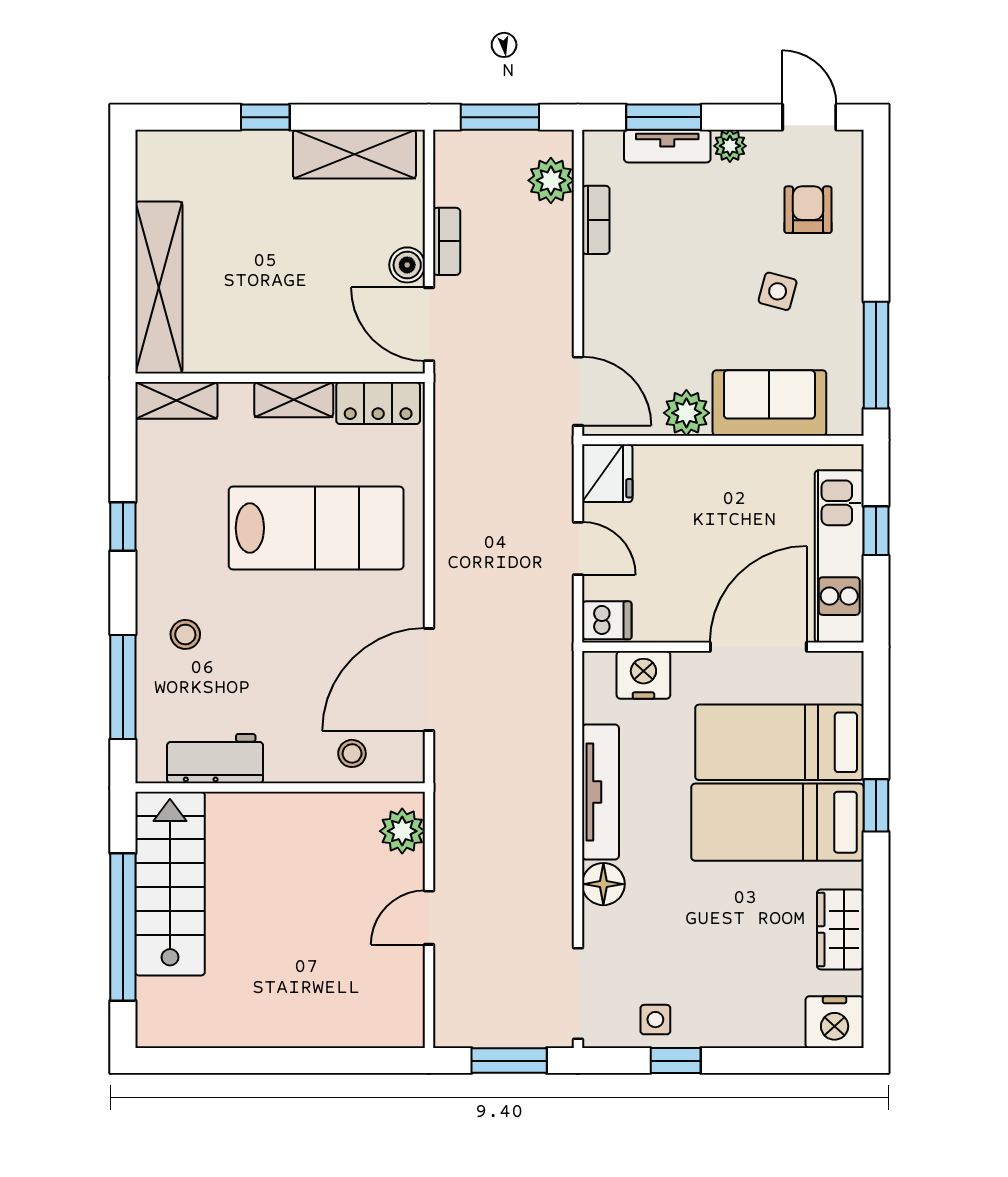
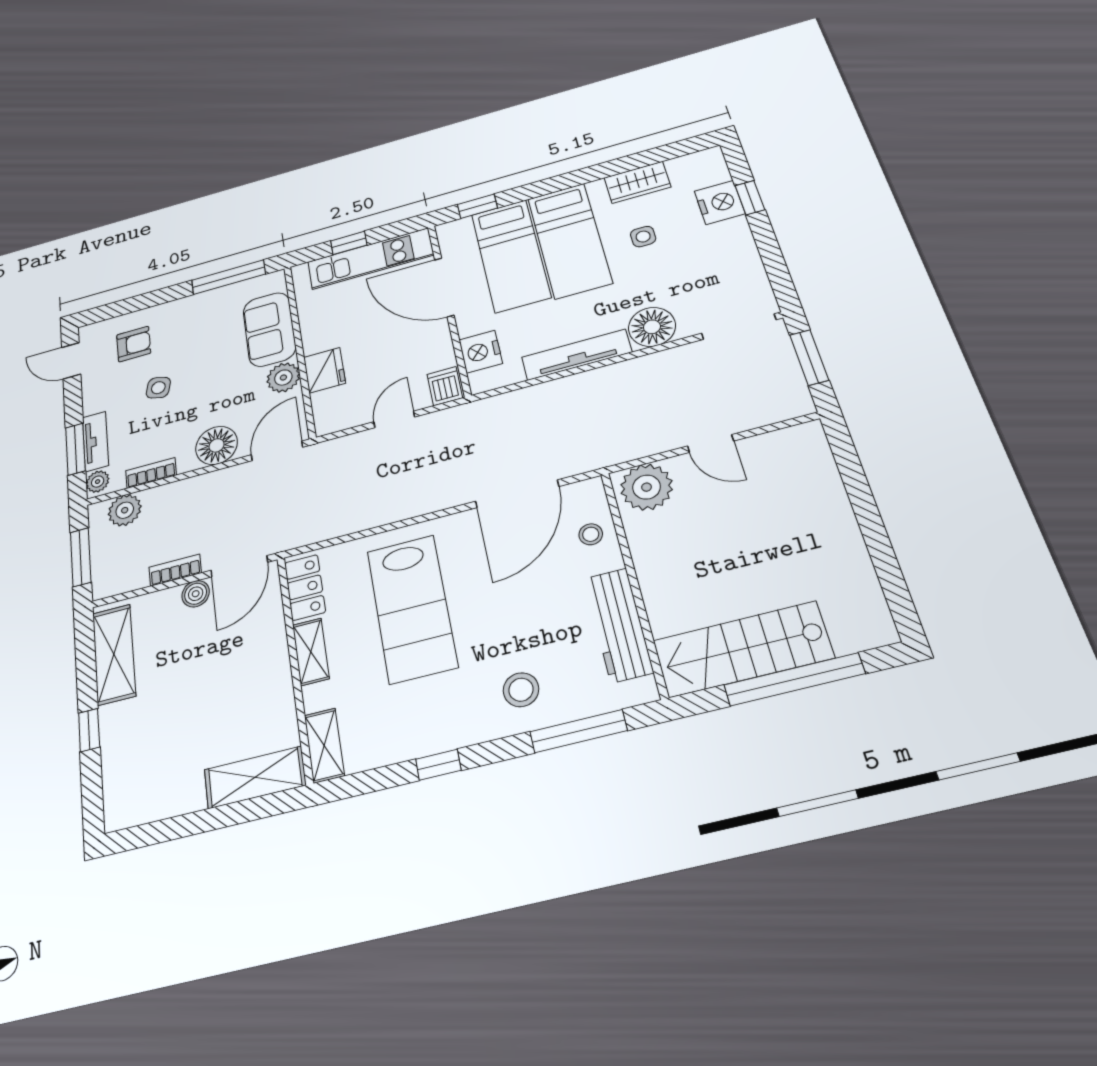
door: (809, 117) -> (71, 361), hinge flipped
plant: (730, 146) -> (98, 482), moved
armchair: (808, 210) -> (134, 344), turned 180
shelving: (159, 288) -> (255, 777), width x0.68
side table: (778, 291) -> (158, 388), moved
floor lamp: (611, 312) -> (217, 445), added
fridge: (607, 473) -> (325, 370), moved, turned 90
lab bench: (316, 528) -> (412, 608), turned 180
stool: (185, 634) -> (521, 690), width x1.37, depth x1.37
door: (429, 680) -> (517, 494), hinge flipped
workbench: (215, 759) -> (619, 625), width x1.37
window: (876, 805) -> (477, 206), moved
plant: (402, 831) -> (647, 487), width x1.36, depth x1.36
floor lamp: (603, 884) -> (652, 327), width x1.38, depth x1.38
side table: (655, 1020) -> (643, 237), moved
nightstand: (835, 1022) -> (720, 202), moved
window: (676, 1061) -> (750, 198), moved

